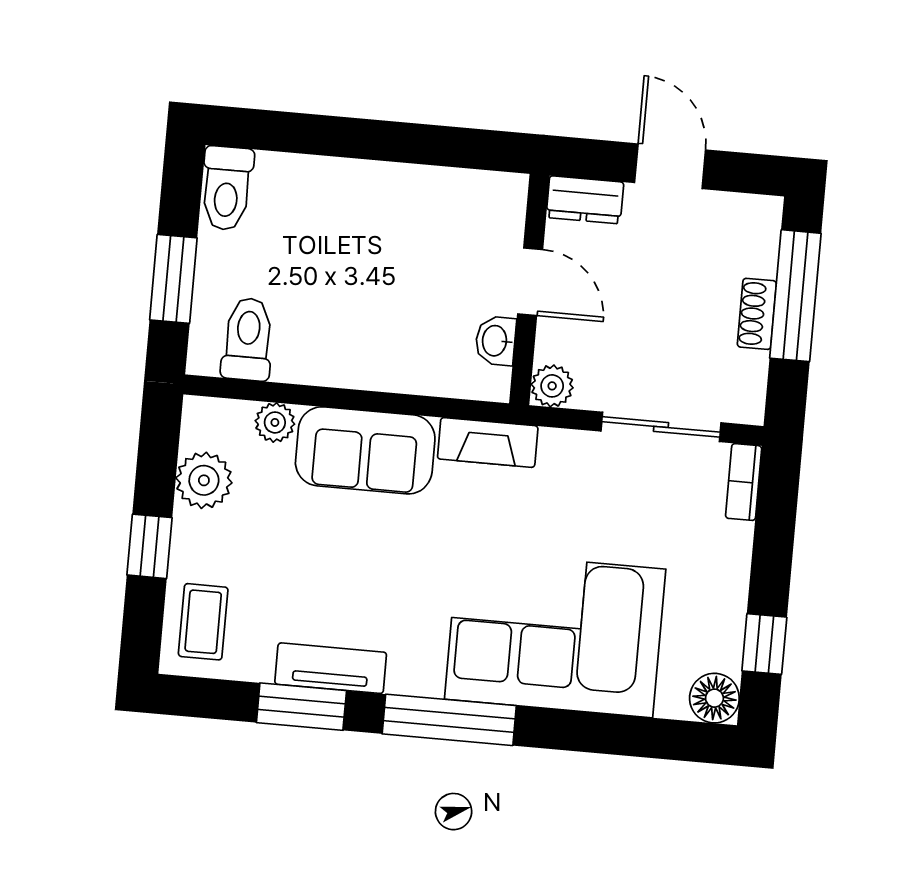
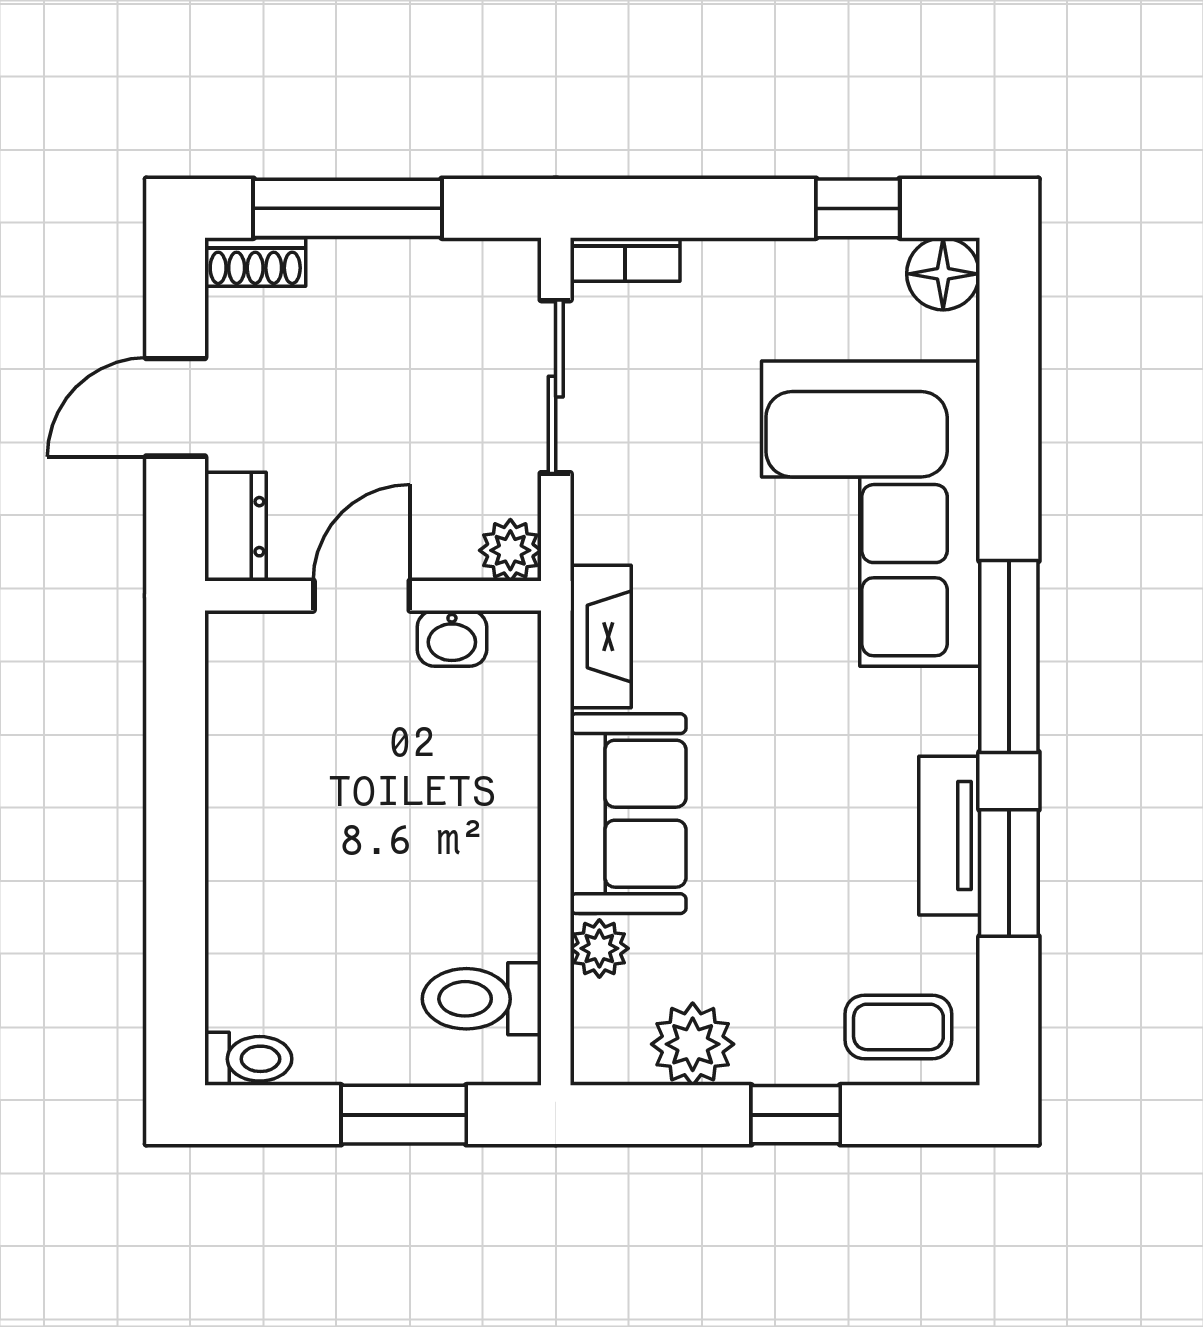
toilet: (227, 188) -> (248, 1059), width x0.73, depth x0.72
shoe rack: (757, 314) -> (255, 262), moved

